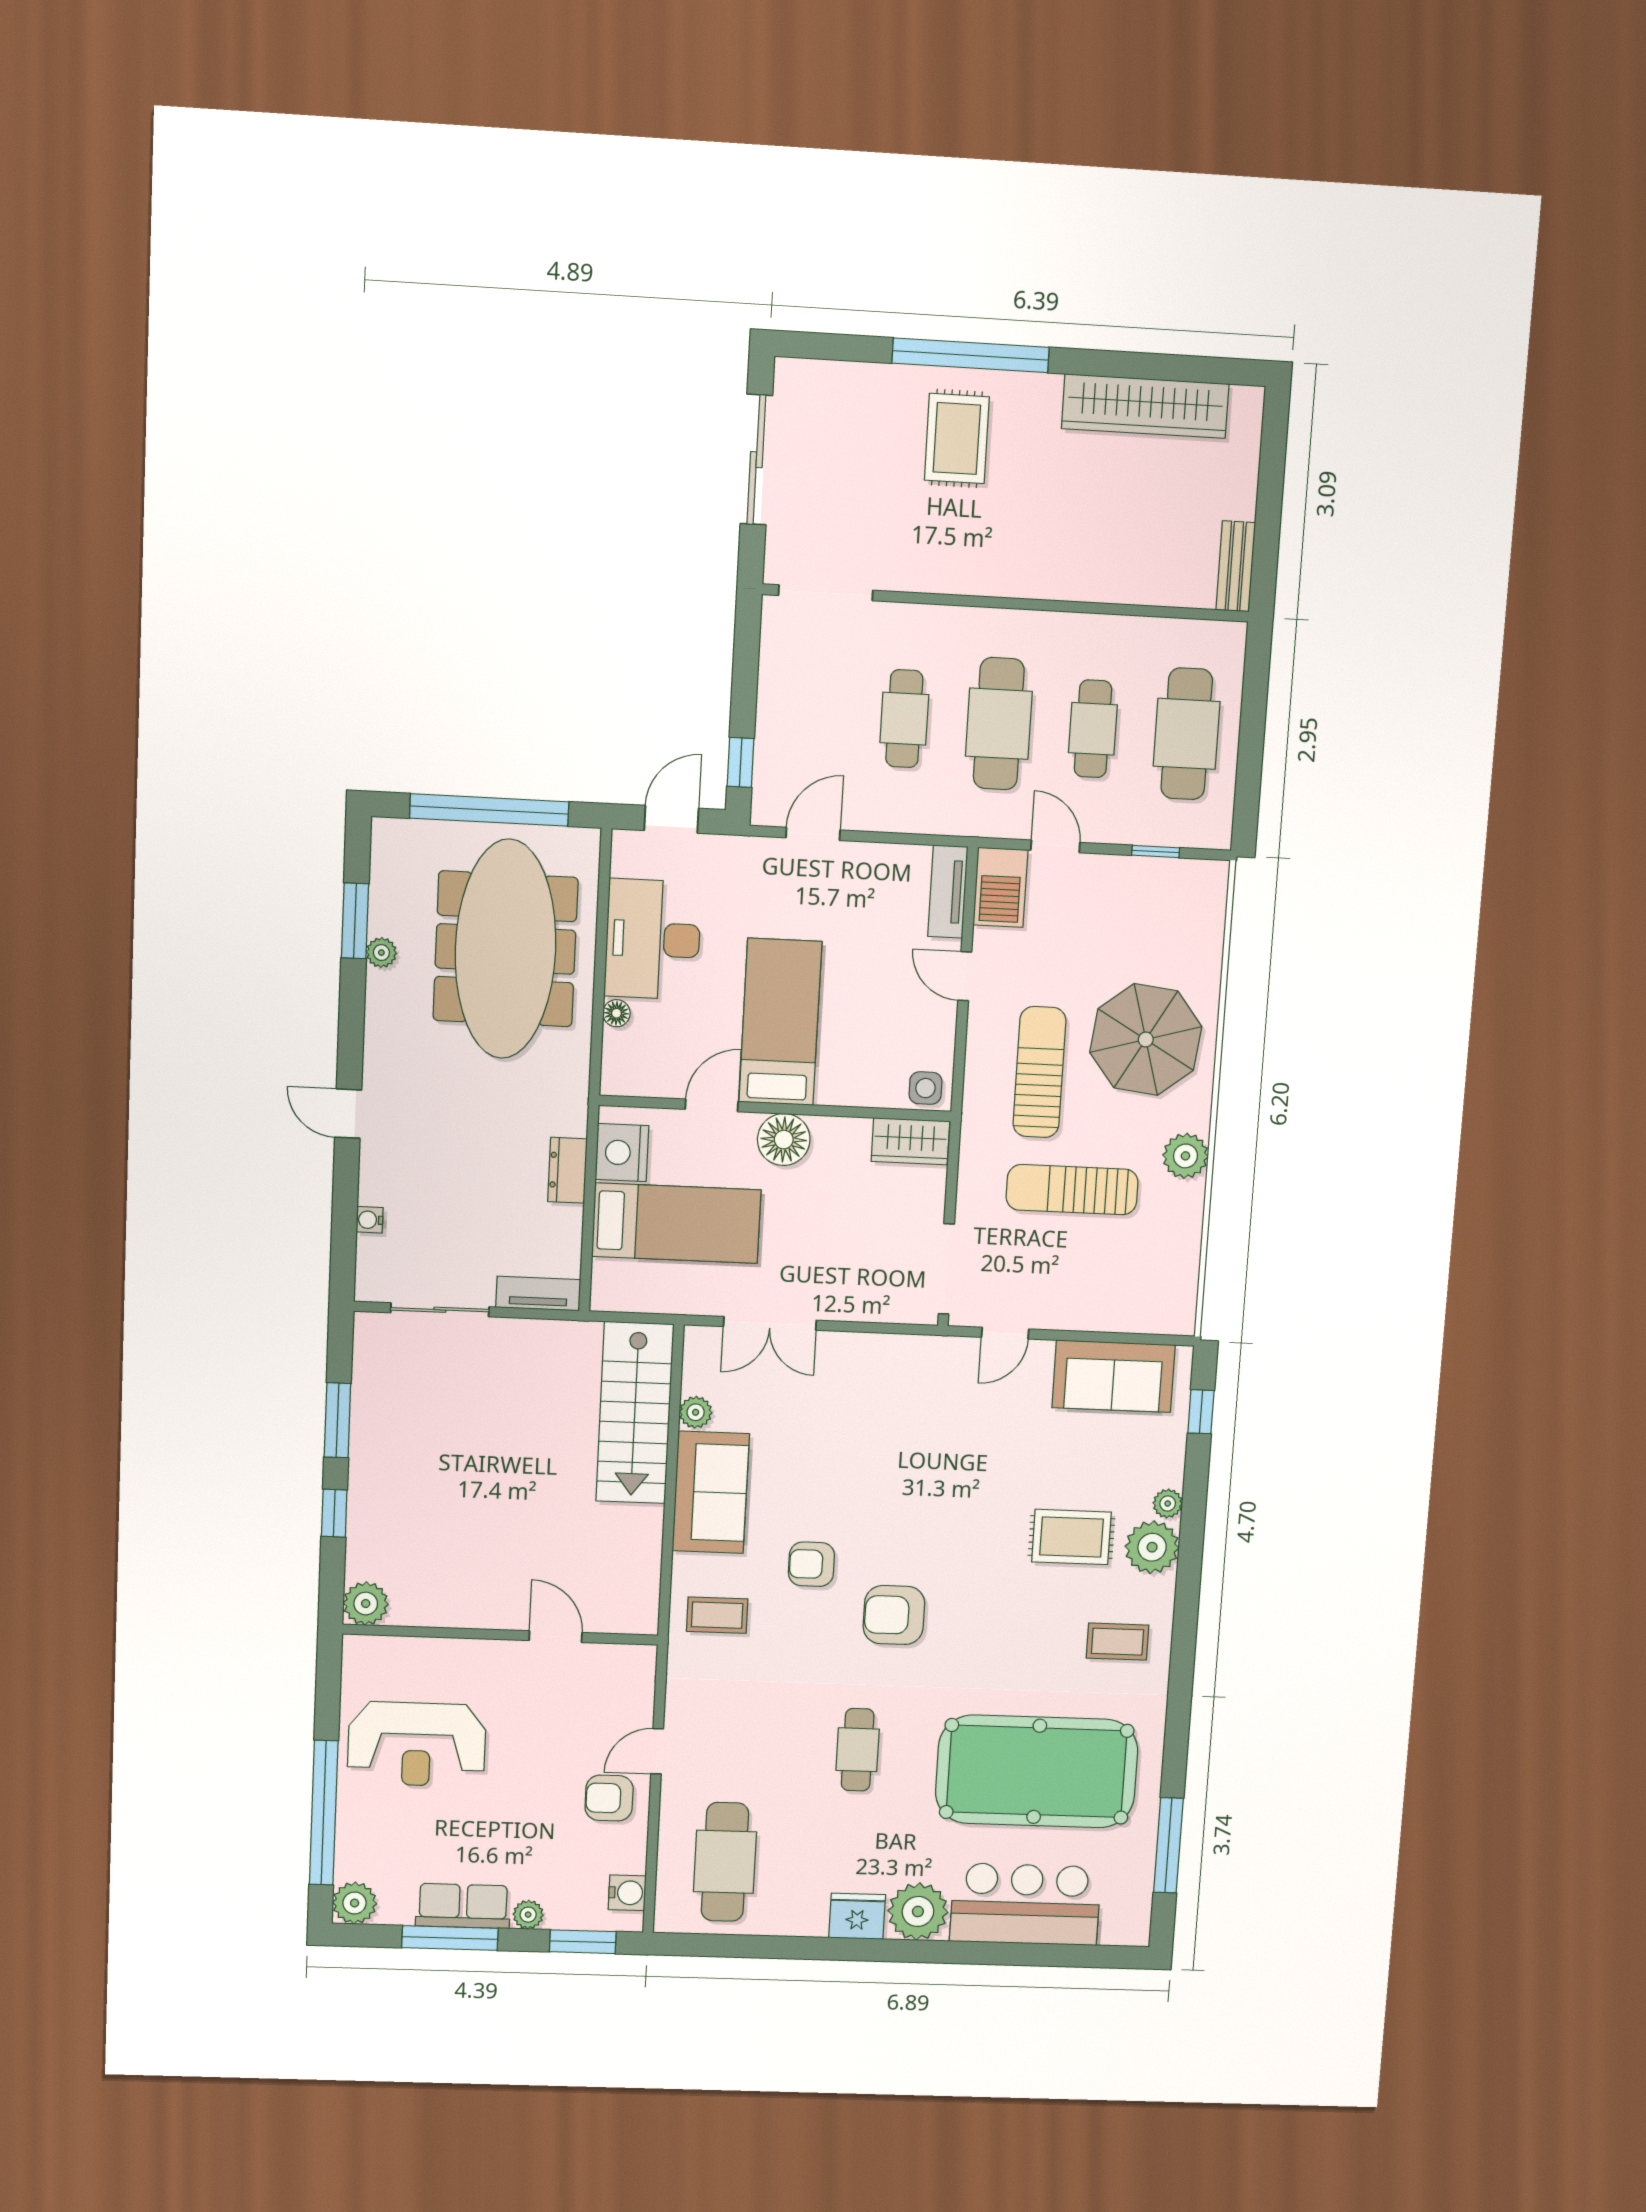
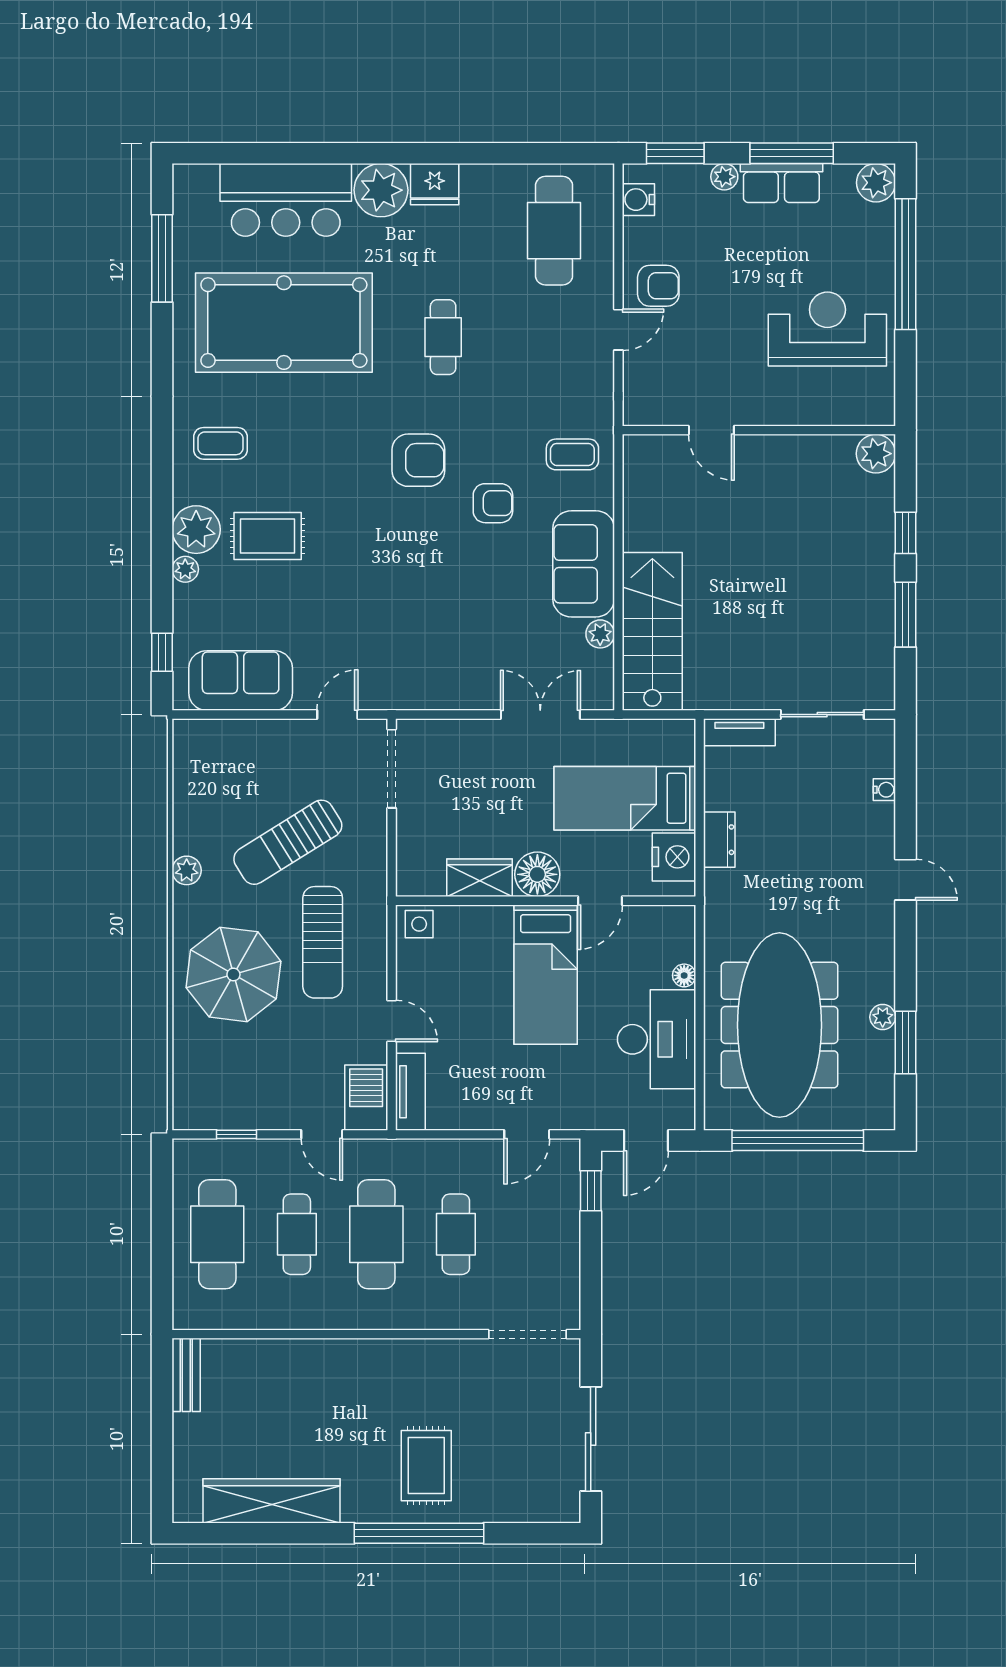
wardrobe: (910, 1141) -> (480, 878), moved
plant: (1185, 1156) -> (187, 870), width x0.73, depth x0.73
sun lounger: (1072, 1190) -> (288, 842), turned 148

